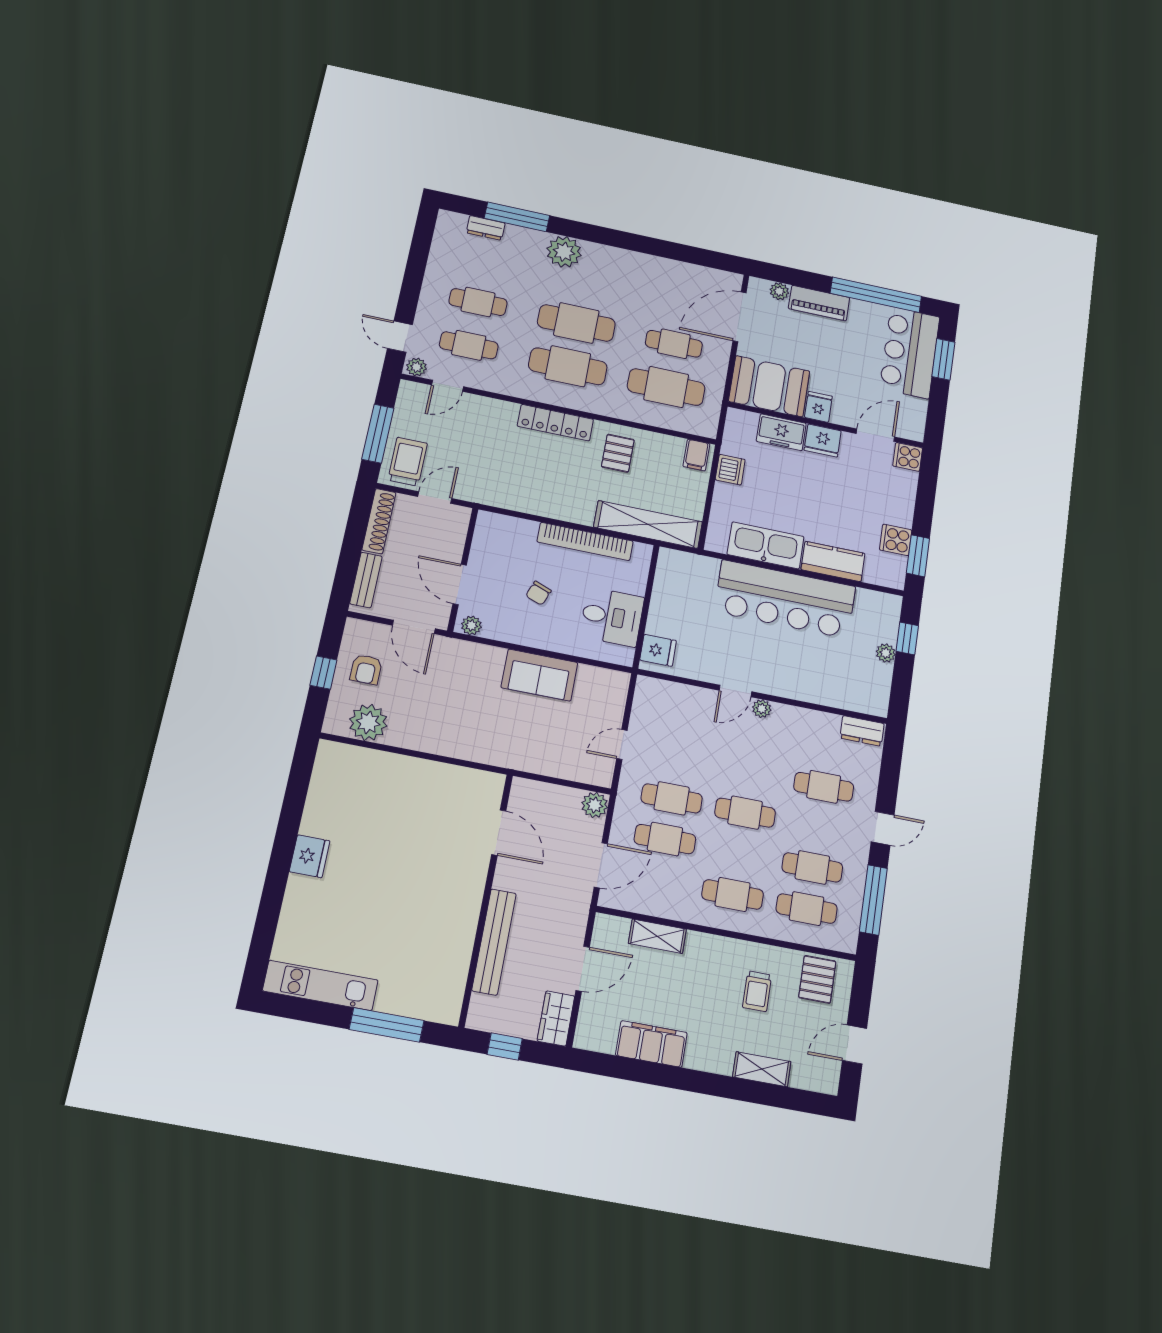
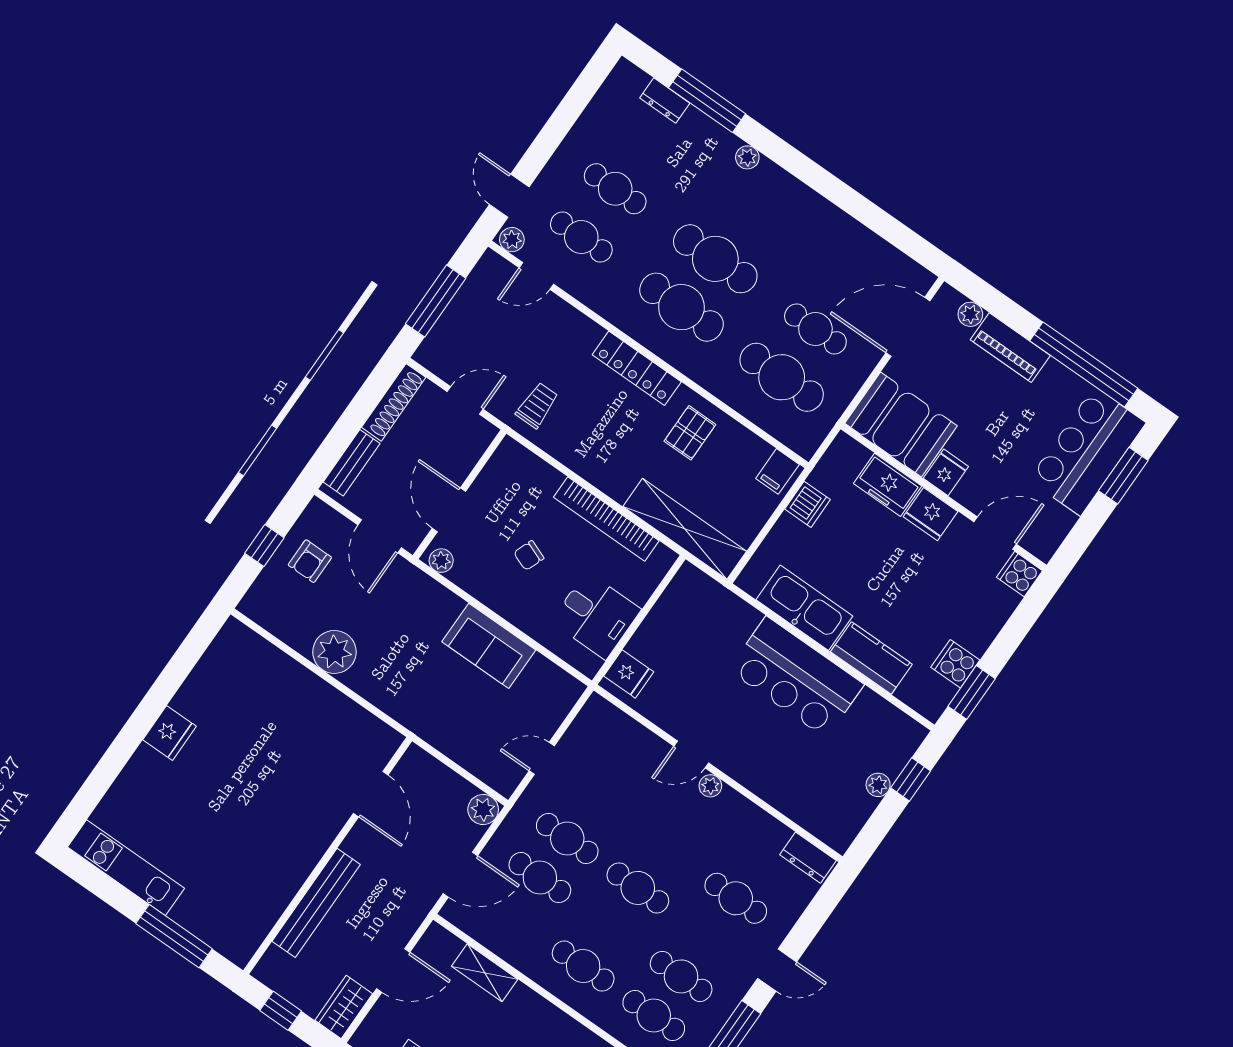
plant: (564, 252) -> (747, 157), width x0.53, depth x0.53
trolley: (408, 462) -> (537, 405), moved, width x0.73, depth x0.72
bar counter: (785, 599) -> (796, 677), width x0.73
plant: (368, 722) -> (334, 652), moved

